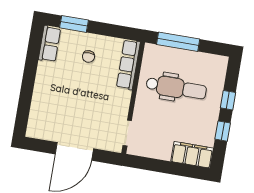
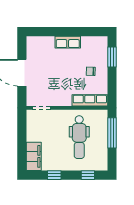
row of seats: (50, 44) -> (68, 42), moved
window: (228, 100) -> (88, 175), moved

